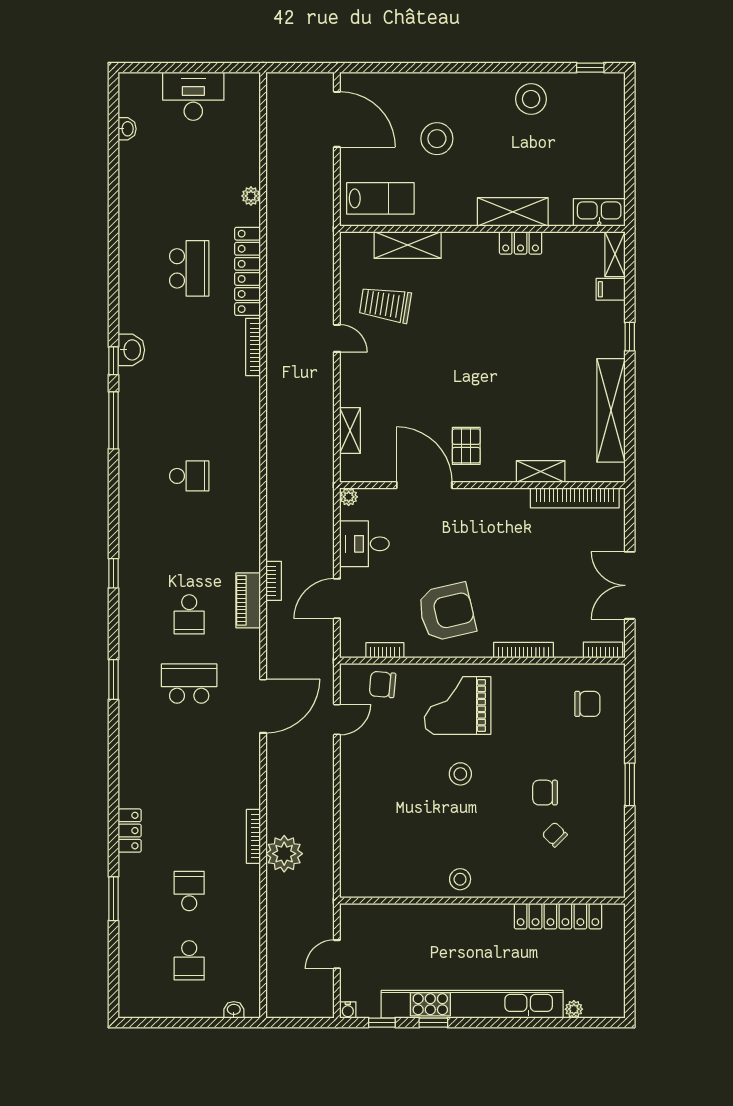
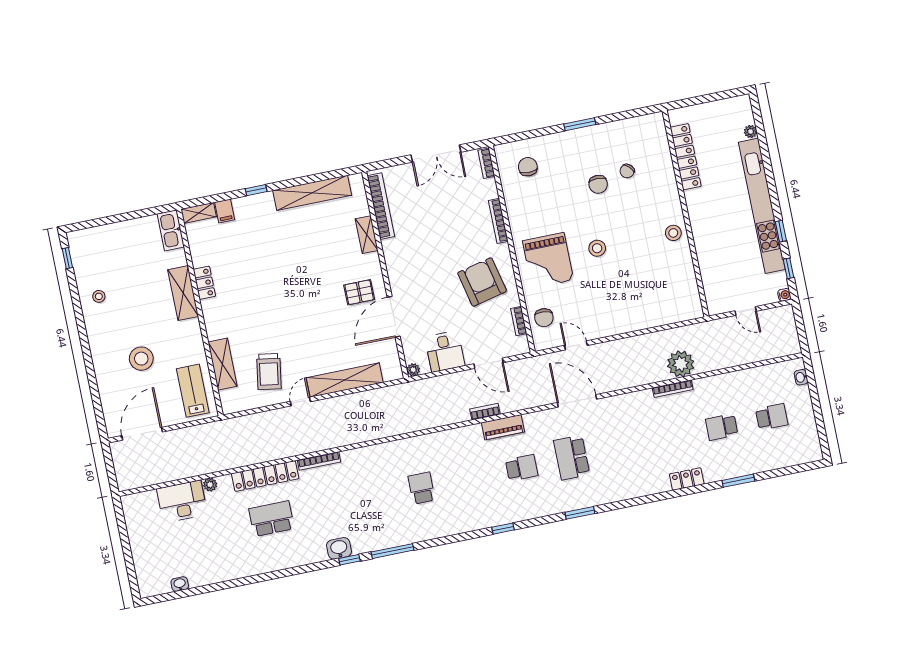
desk: (193, 96) -> (182, 501), moved, turned 90
stool: (531, 99) -> (99, 296), width x0.53, depth x0.53
shelving: (350, 431) -> (345, 380), width x2.20, depth x1.33

